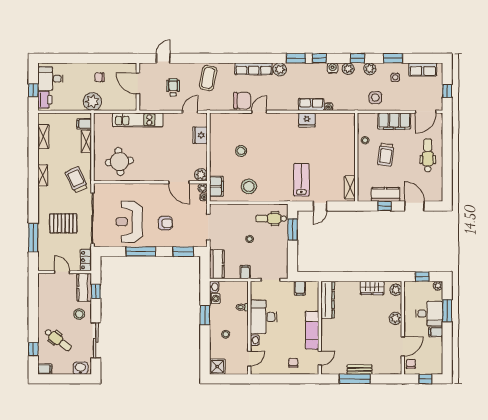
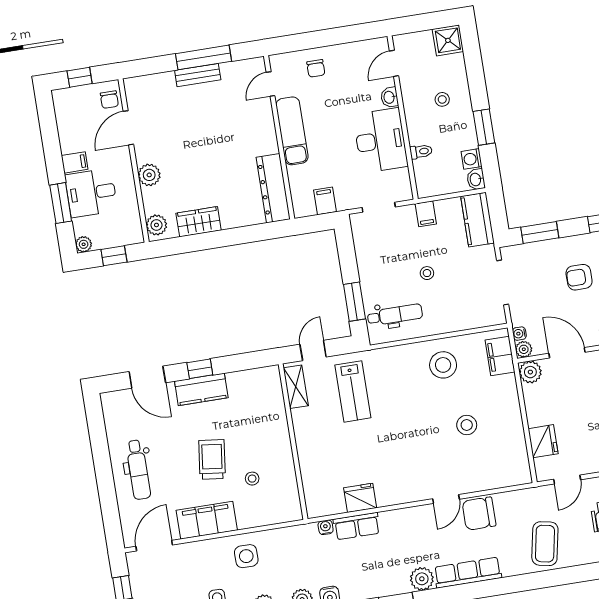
wall: (356, 157) -> (293, 442), moved
shelving: (350, 187) -> (296, 387), moved

